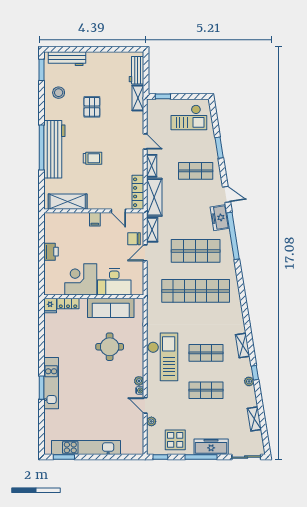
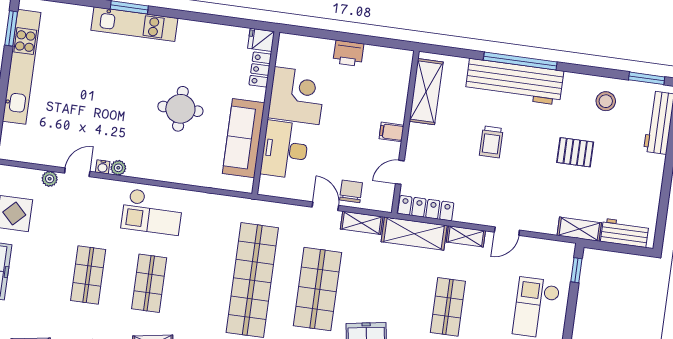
round table: (110, 347) -> (180, 109), moved
checkout: (163, 357) -> (152, 212), width x0.73, depth x0.83

